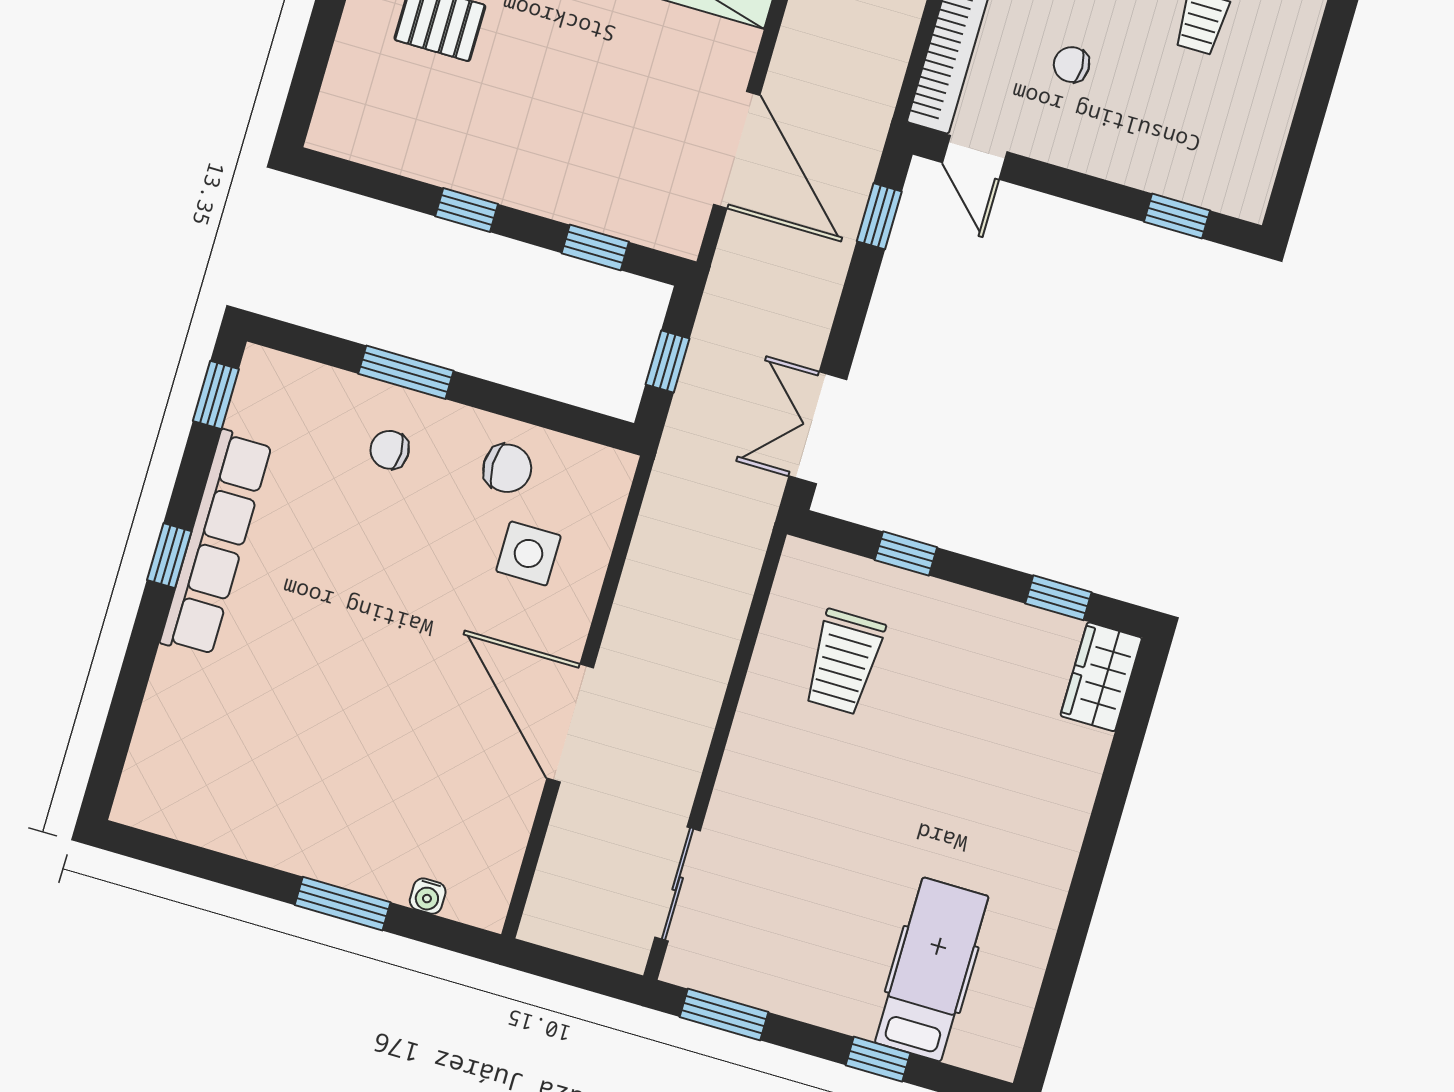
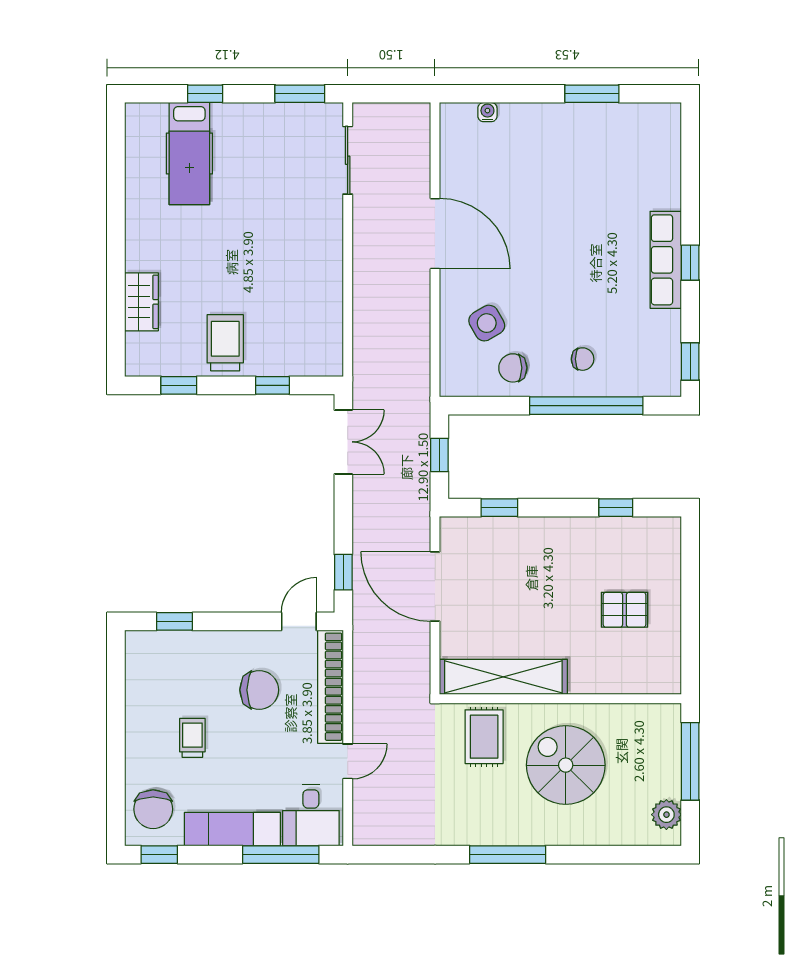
chair: (1072, 65) -> (259, 690), width x1.87, depth x1.87
door: (975, 157) -> (299, 621), hinge flipped
window: (467, 210) -> (616, 508), moved
window: (406, 372) -> (586, 406), width x2.11
row of seats: (216, 543) -> (666, 260), width x0.73
side table: (528, 553) -> (487, 323), turned -30
trolley: (844, 662) -> (225, 343), moved
wardrobe: (1101, 677) -> (141, 302), moved
window: (343, 904) -> (592, 94), moved

